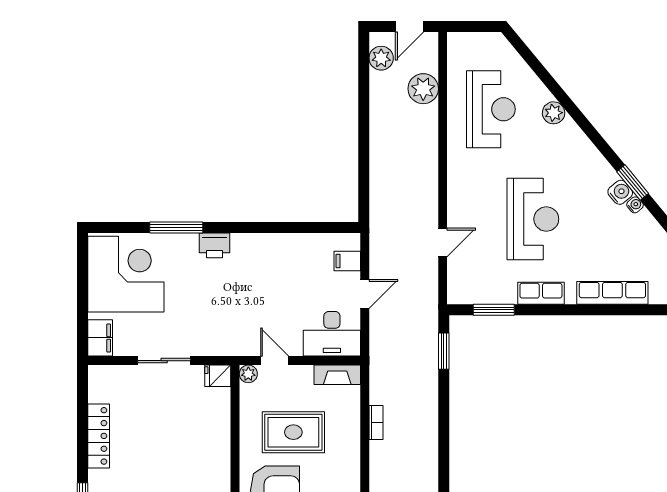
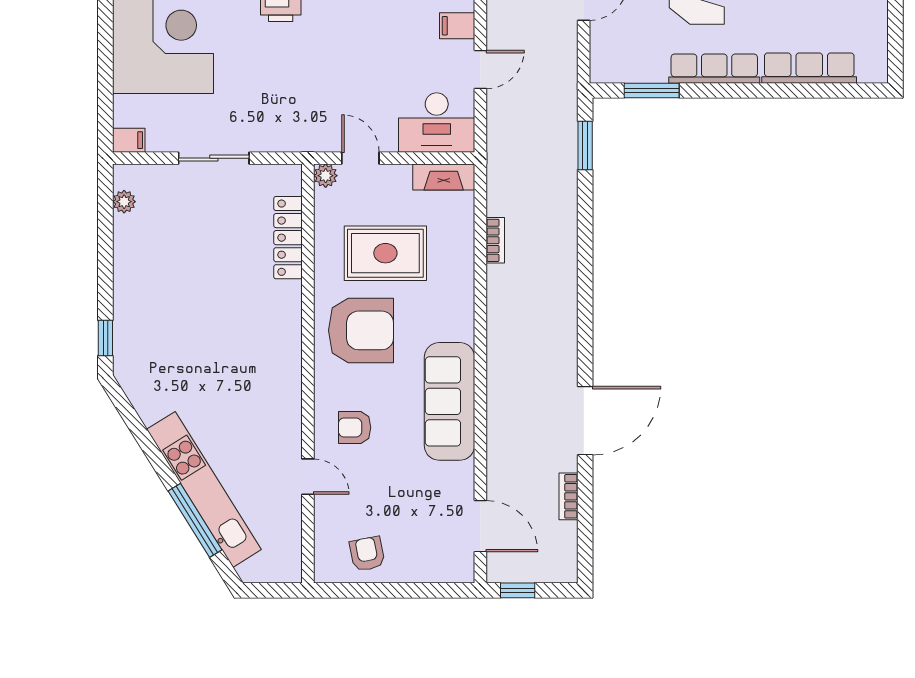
row of seats: (541, 293) -> (714, 69), width x1.48
filing cabinet: (100, 338) -> (129, 140), width x0.50
fridge: (218, 376) -> (285, 178), removed
plant: (97, 393) -> (124, 202), added
locker: (99, 436) -> (288, 238), moved, turned 180

